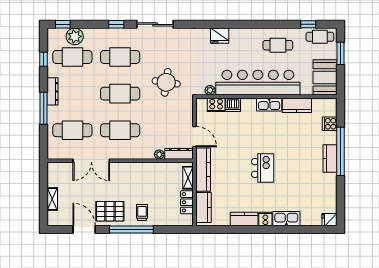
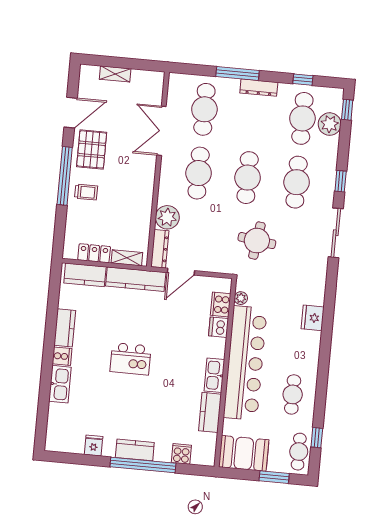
plant: (159, 155) -> (167, 217), width x1.88, depth x1.88
fridge: (330, 220) -> (94, 446), moved

